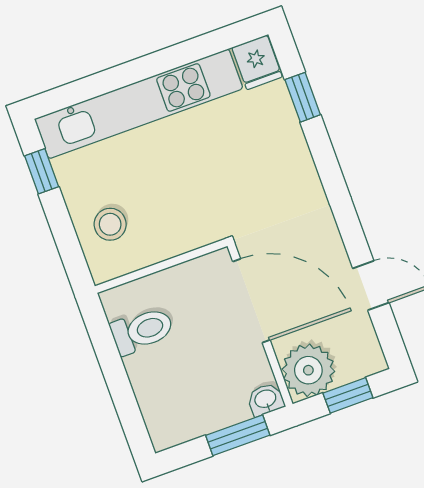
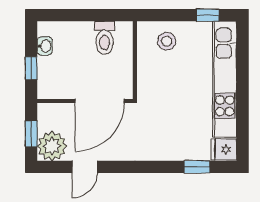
plant: (308, 370) -> (52, 146), moved
washbasin: (266, 399) -> (45, 46), moved
window: (238, 435) -> (31, 68), width x0.67

